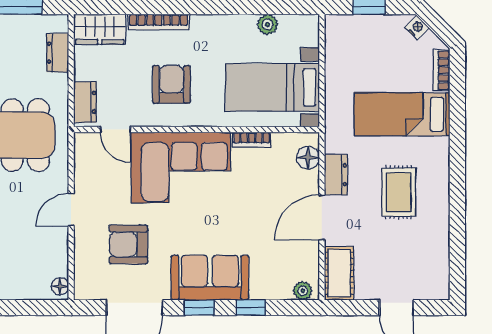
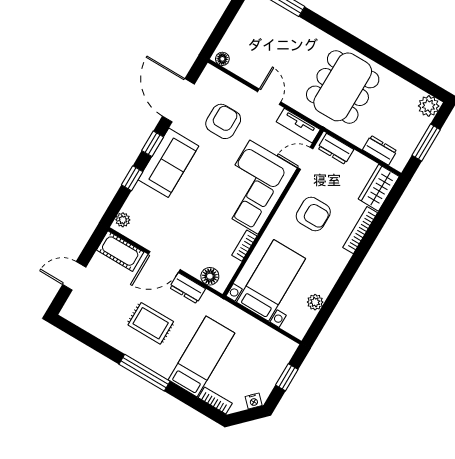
tv unit: (84, 159) -> (298, 126), added
window: (457, 167) -> (144, 373), added
door: (322, 217) -> (164, 262), swing flipped

